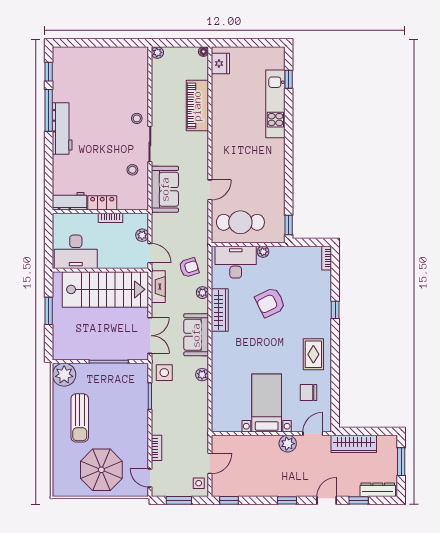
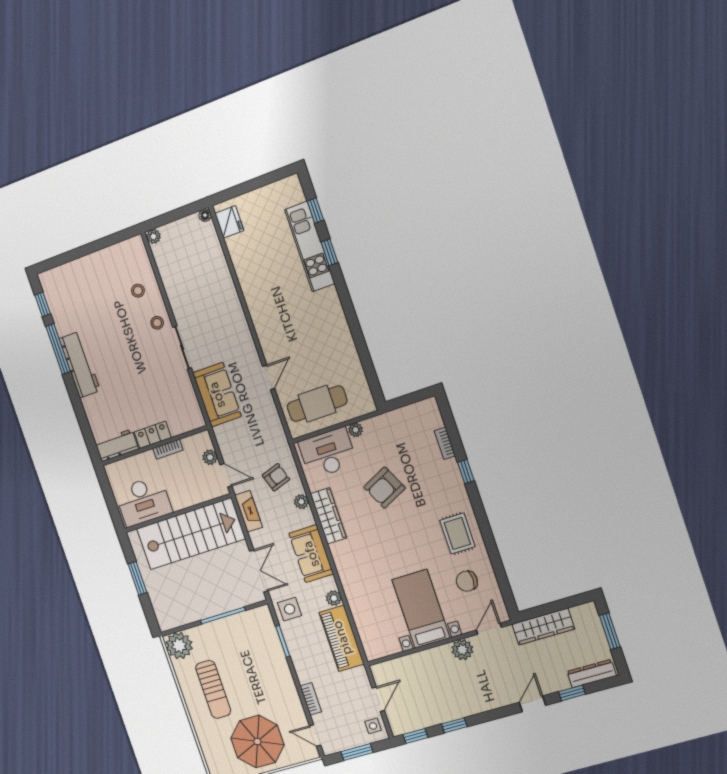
piano: (197, 106) -> (342, 638), moved
stool: (132, 170) -> (138, 291), moved
window: (289, 225) -> (329, 252), moved
bookcase: (327, 258) -> (445, 443), moved
window: (287, 500) -> (454, 725), moved

